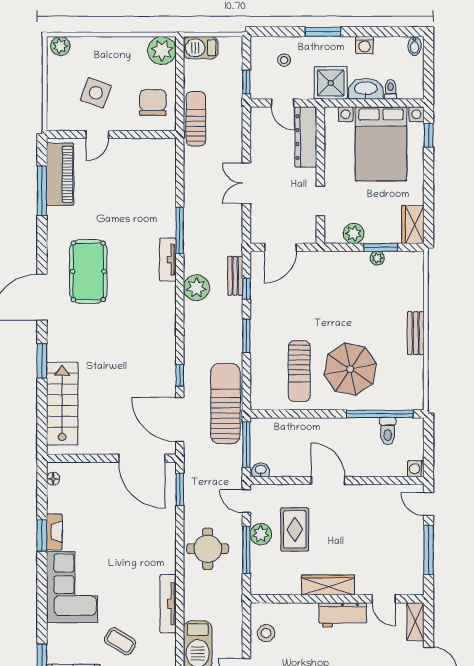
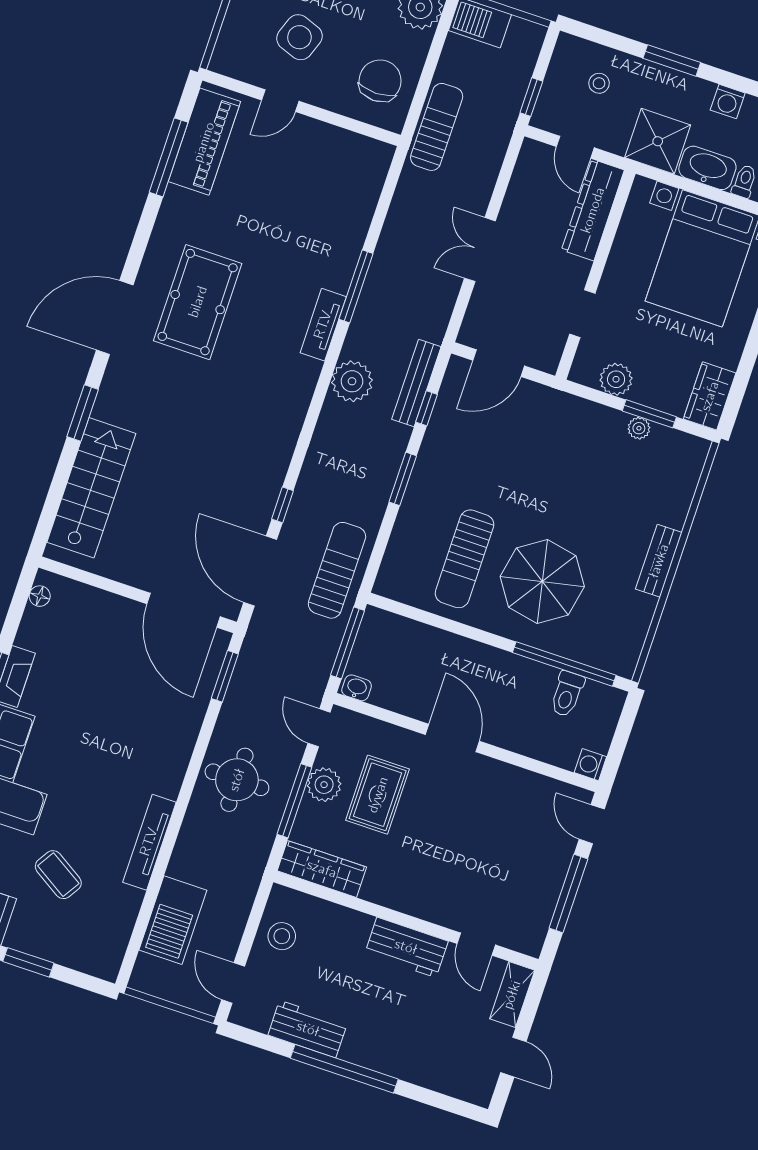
bench: (235, 276) -> (416, 383), width x1.36
sun lounger: (225, 404) -> (337, 570), width x0.73, depth x0.75
wardrobe: (328, 585) -> (322, 869), moved

